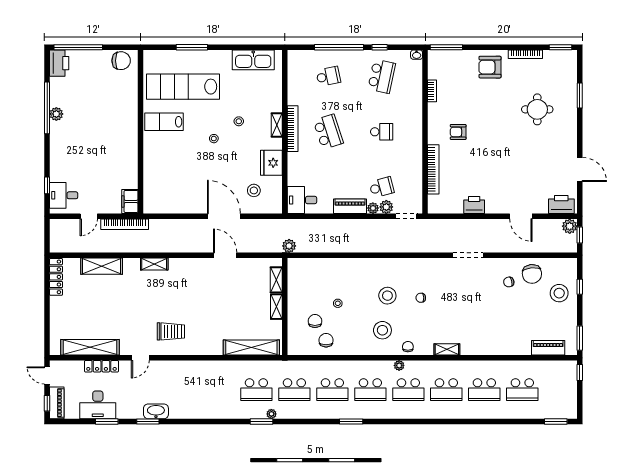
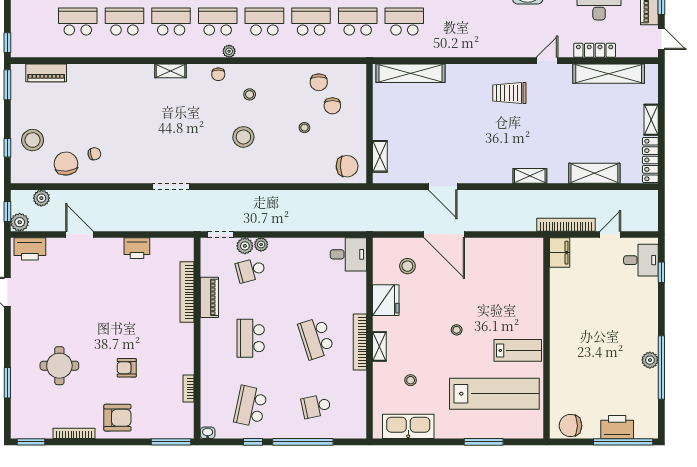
printer: (59, 63) -> (617, 427), moved, turned 90
stool: (239, 121) -> (411, 380), moved
school desk: (382, 132) -> (251, 338), width x1.85
armchair: (458, 132) -> (127, 368), moved, turned 180
piano: (350, 206) -> (209, 297), moved, turned -90
plant: (289, 246) -> (41, 198), moved
doorway: (468, 255) -> (171, 187), moved
chair: (421, 298) -> (347, 166), moved, width x1.87, depth x1.87
shelving: (276, 307) -> (651, 120), moved
stool: (382, 330) -> (250, 94), width x0.53, depth x0.53

